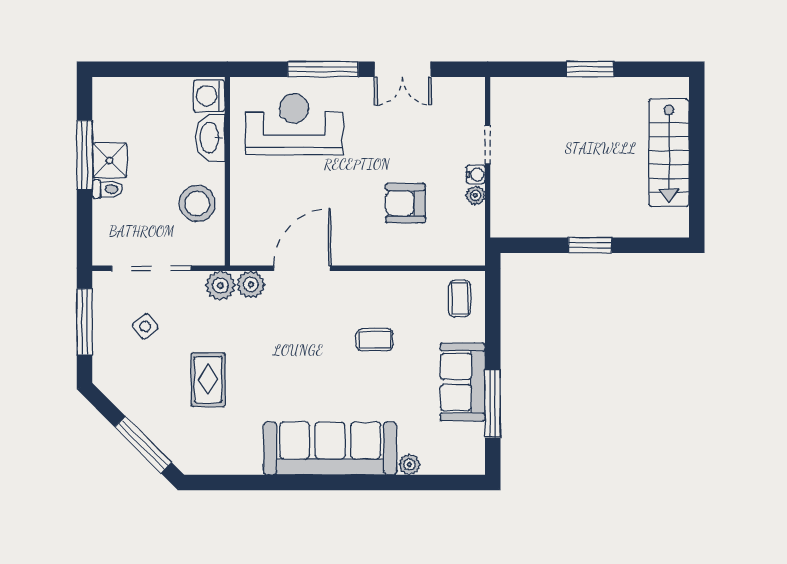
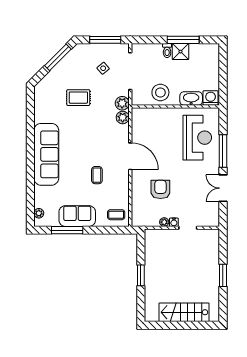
door: (302, 268) -> (130, 156), moved
window: (143, 445) -> (58, 57), moved
plant: (409, 464) -> (39, 213), moved

